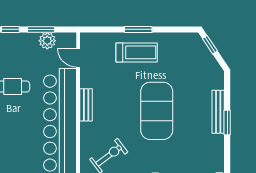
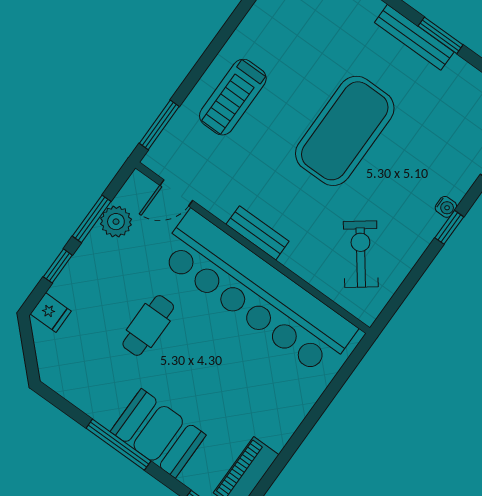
window: (138, 29) -> (159, 125), moved
treadmill: (137, 52) -> (233, 97), turned 180
exercise mat: (157, 111) -> (345, 131), turned 90

